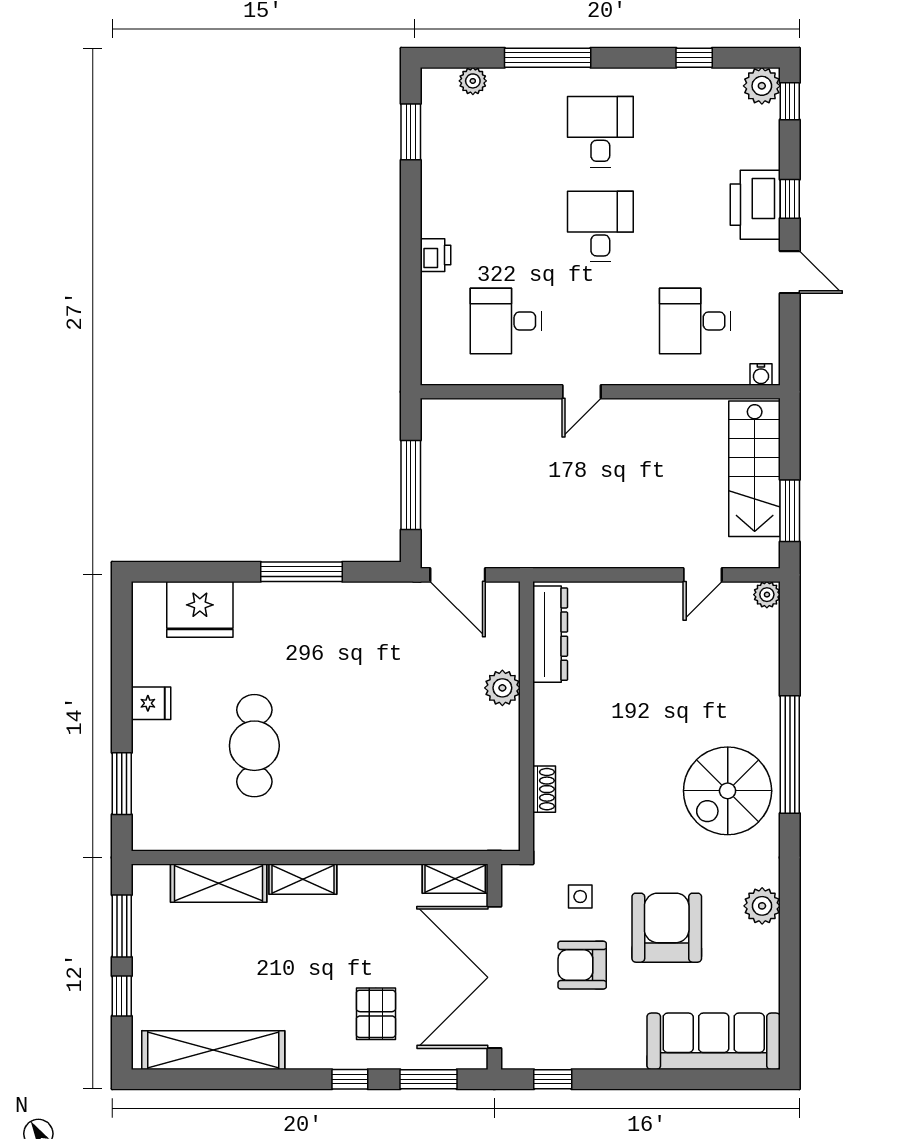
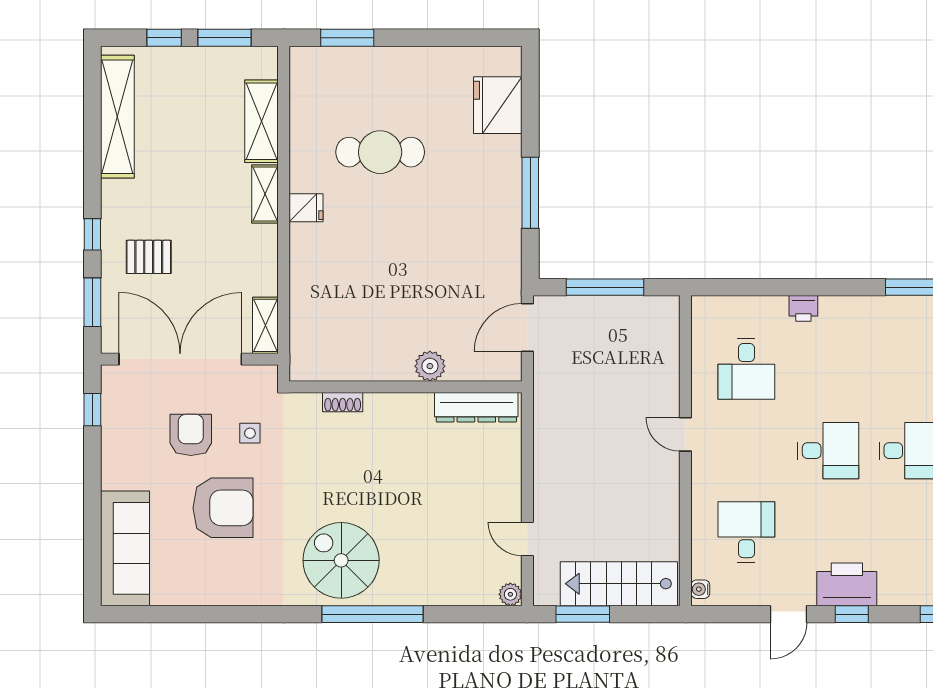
desk: (506, 321) -> (746, 369), turned 180
fridge: (151, 703) -> (306, 208), moved, turned -90
plant: (762, 906) -> (242, 590), removed

